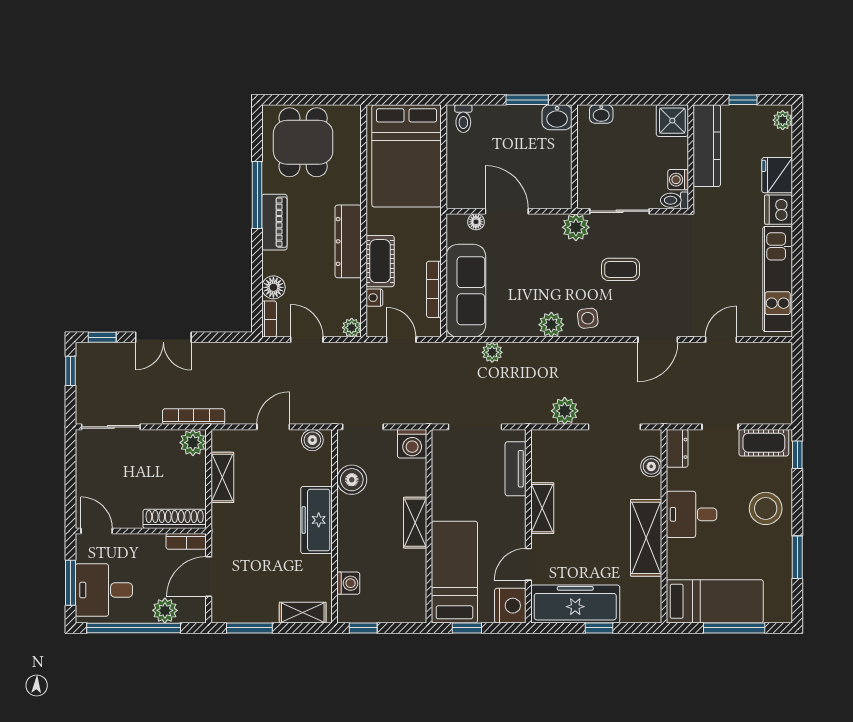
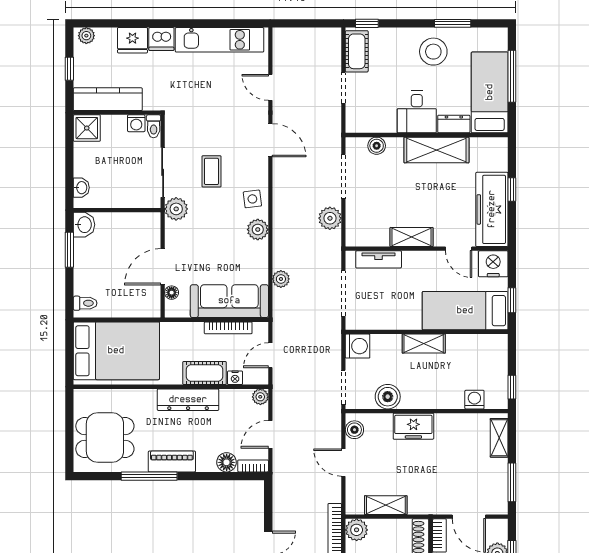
dresser: (677, 448) -> (454, 124), moved
stool: (766, 508) -> (433, 52), moved
freezer: (317, 520) -> (413, 426), width x0.71

